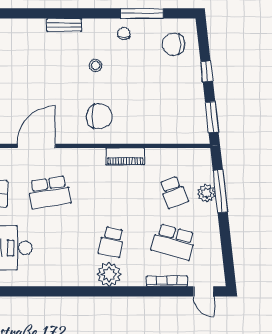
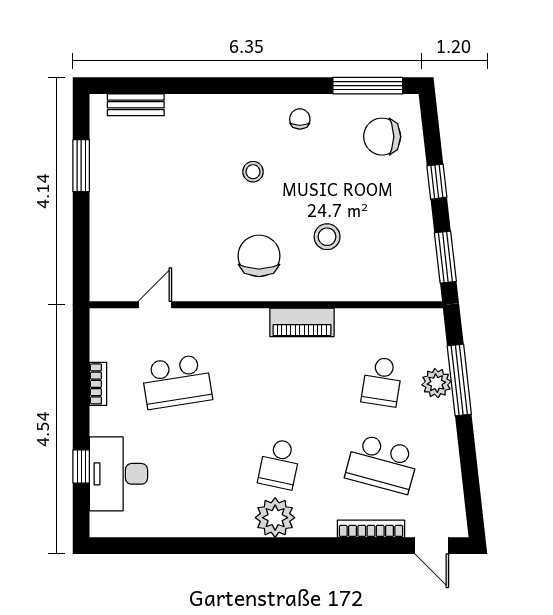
window: (142, 13) -> (368, 86), moved
bench: (64, 25) -> (136, 105), moved
stool: (140, 105) -> (327, 237), added
chair: (99, 116) -> (259, 256), turned -90
door: (36, 146) -> (155, 305), width x0.53
school desk: (174, 192) -> (382, 382), turned 30

